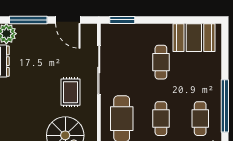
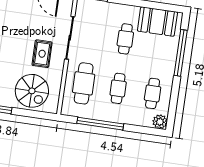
window: (225, 106) -> (181, 53), moved

